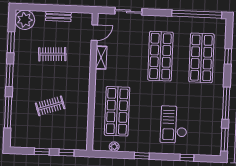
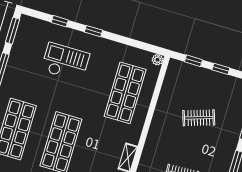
checkout: (174, 125) -> (65, 62), turned -90
plant: (114, 147) -> (157, 60), moved
window: (142, 156) -> (93, 31), moved

